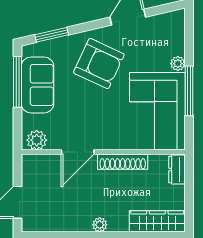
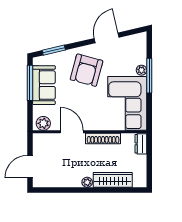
armchair: (99, 64) -> (87, 70), turned 80
window: (189, 91) -> (149, 76), moved
door: (78, 152) -> (72, 132), swing flipped
wardrobe: (157, 221) -> (113, 180), moved

